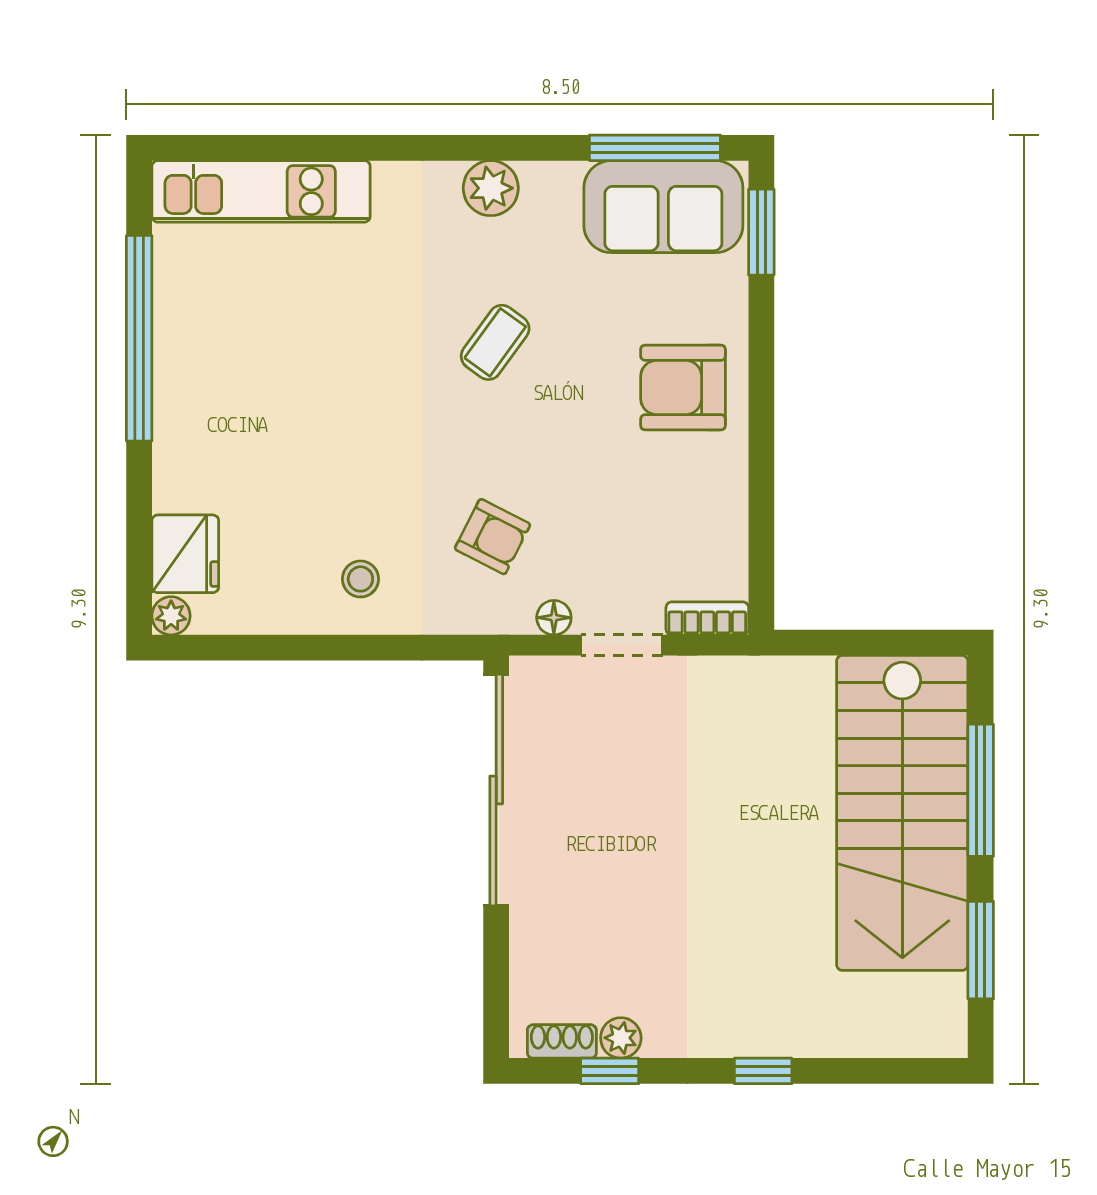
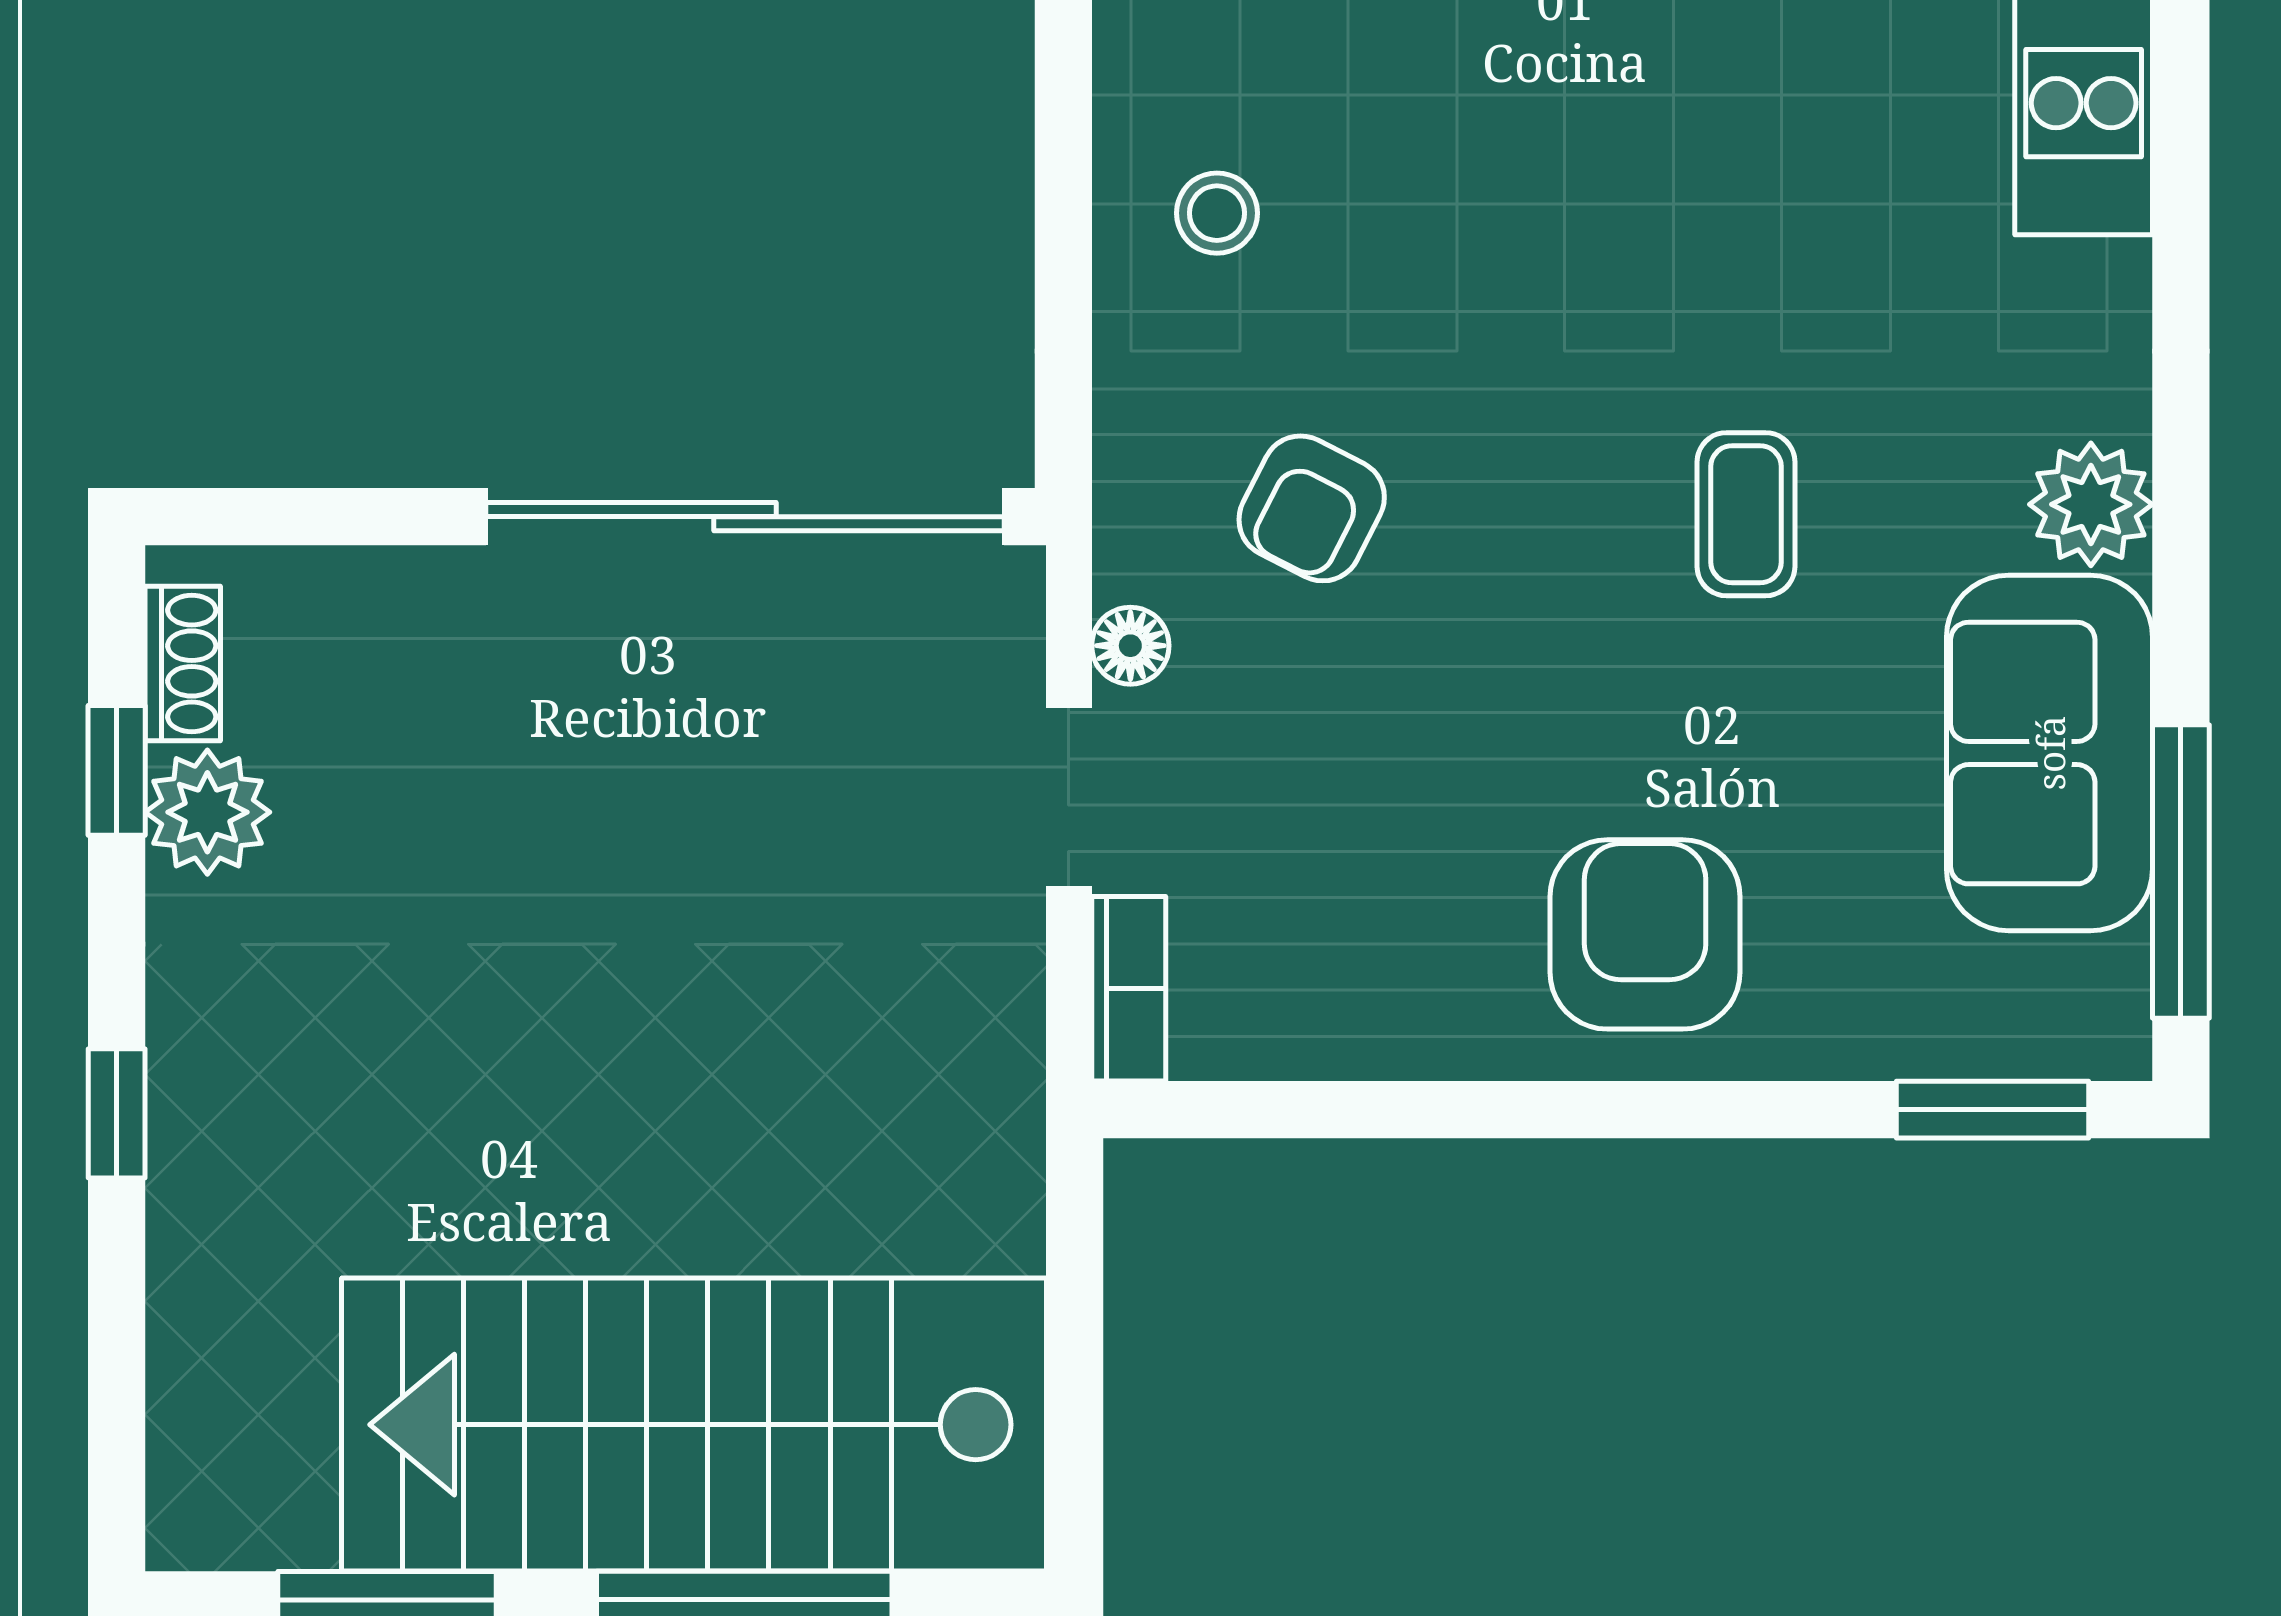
sofa: (663, 207) -> (2050, 753), moved
coffee table: (495, 342) -> (1746, 514), turned 54
plant: (621, 1038) -> (207, 812), width x1.38, depth x1.38

